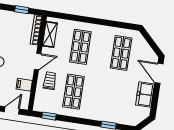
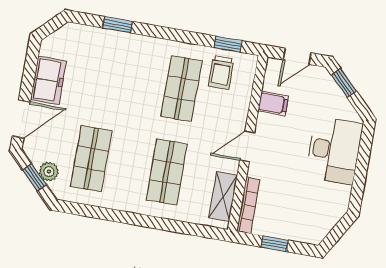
window: (151, 42) -> (34, 177), added
plant: (144, 46) -> (49, 172), added
door: (159, 73) -> (21, 119), hinge flipped
trolley: (50, 81) -> (221, 72), moved

